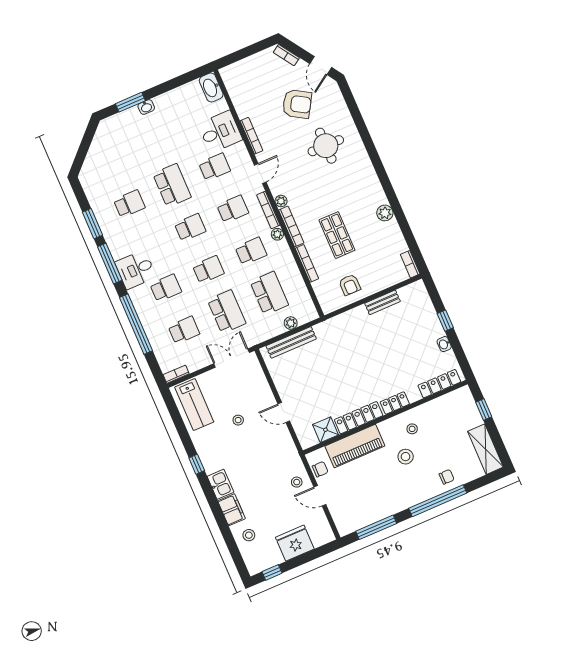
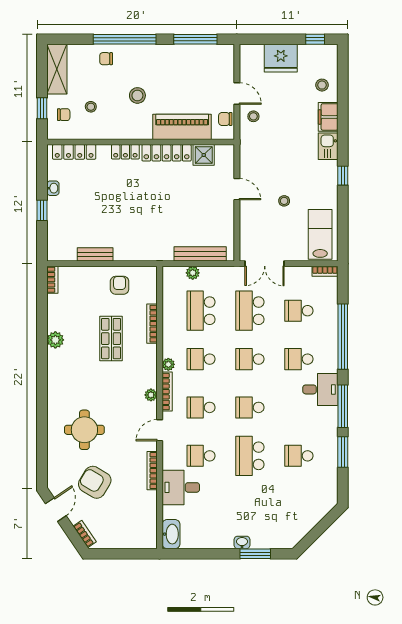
bookcase: (291, 226) -> (152, 366), removed
chair: (462, 412) -> (64, 115), added
stool: (412, 429) -> (91, 107), moved

